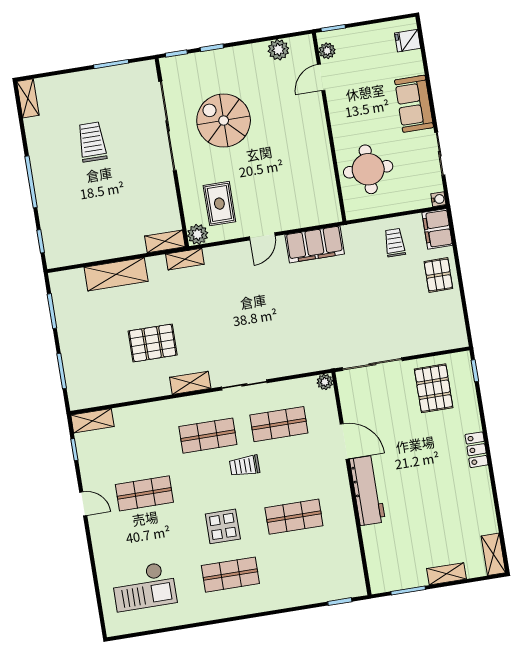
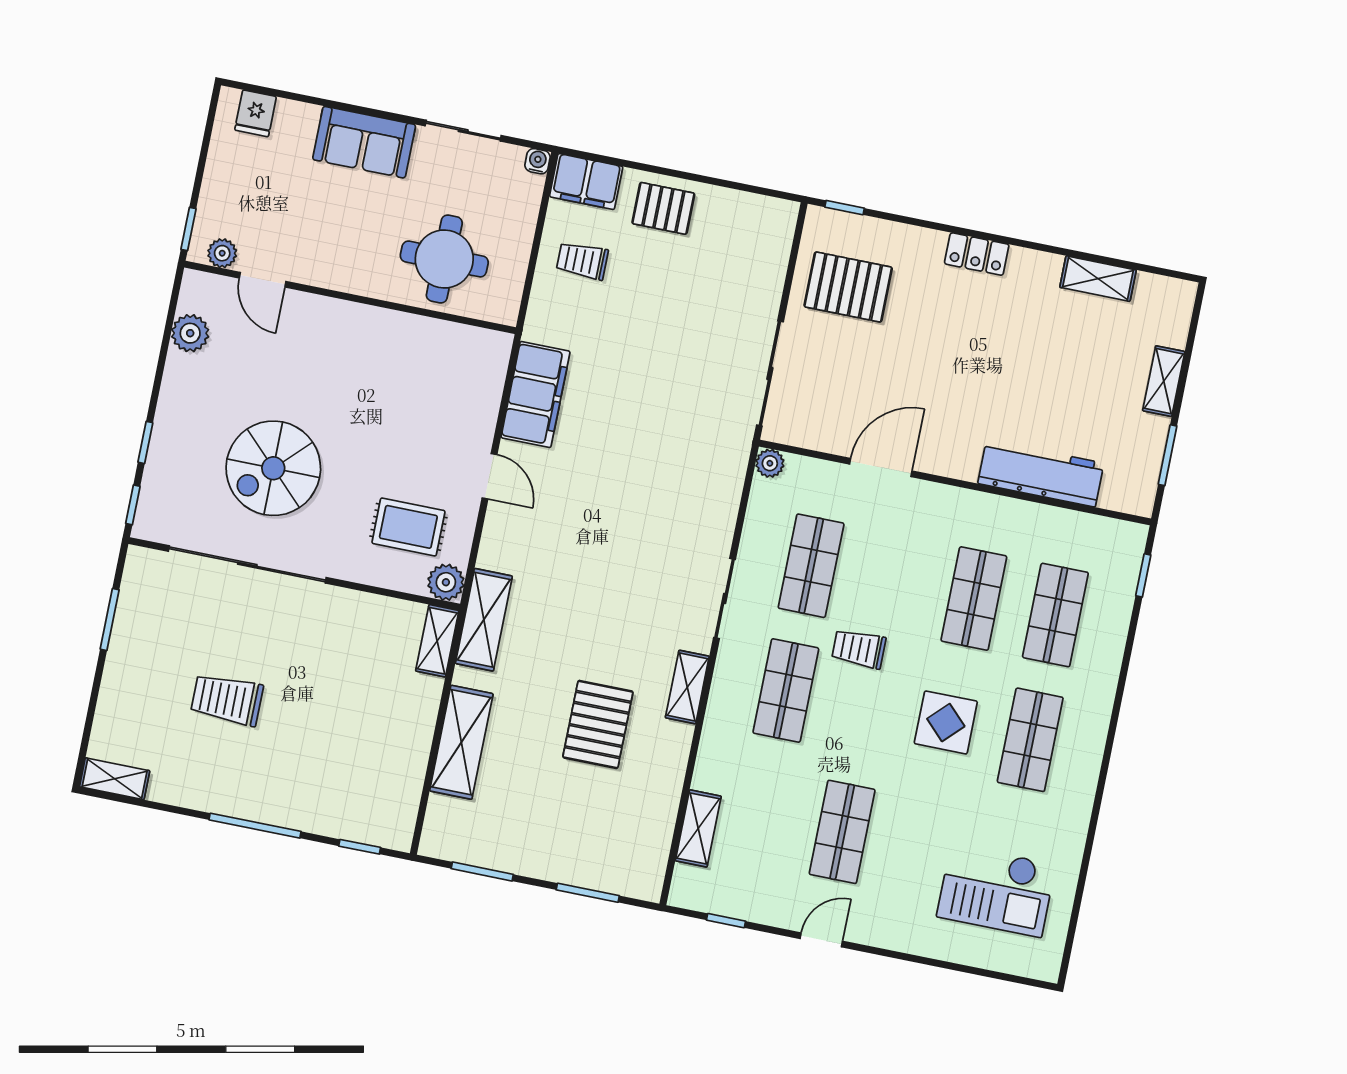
shelving: (185, 259) -> (484, 620), width x1.50, depth x1.33
shelving: (92, 421) -> (698, 828), moved
trolley: (245, 466) -> (859, 649), turned 90
workbench: (367, 490) -> (1041, 473), moved
shelving: (493, 554) -> (1098, 279), moved
shop shelf: (301, 563) -> (1055, 615), added
checkout: (144, 586) -> (996, 890), turned 90

